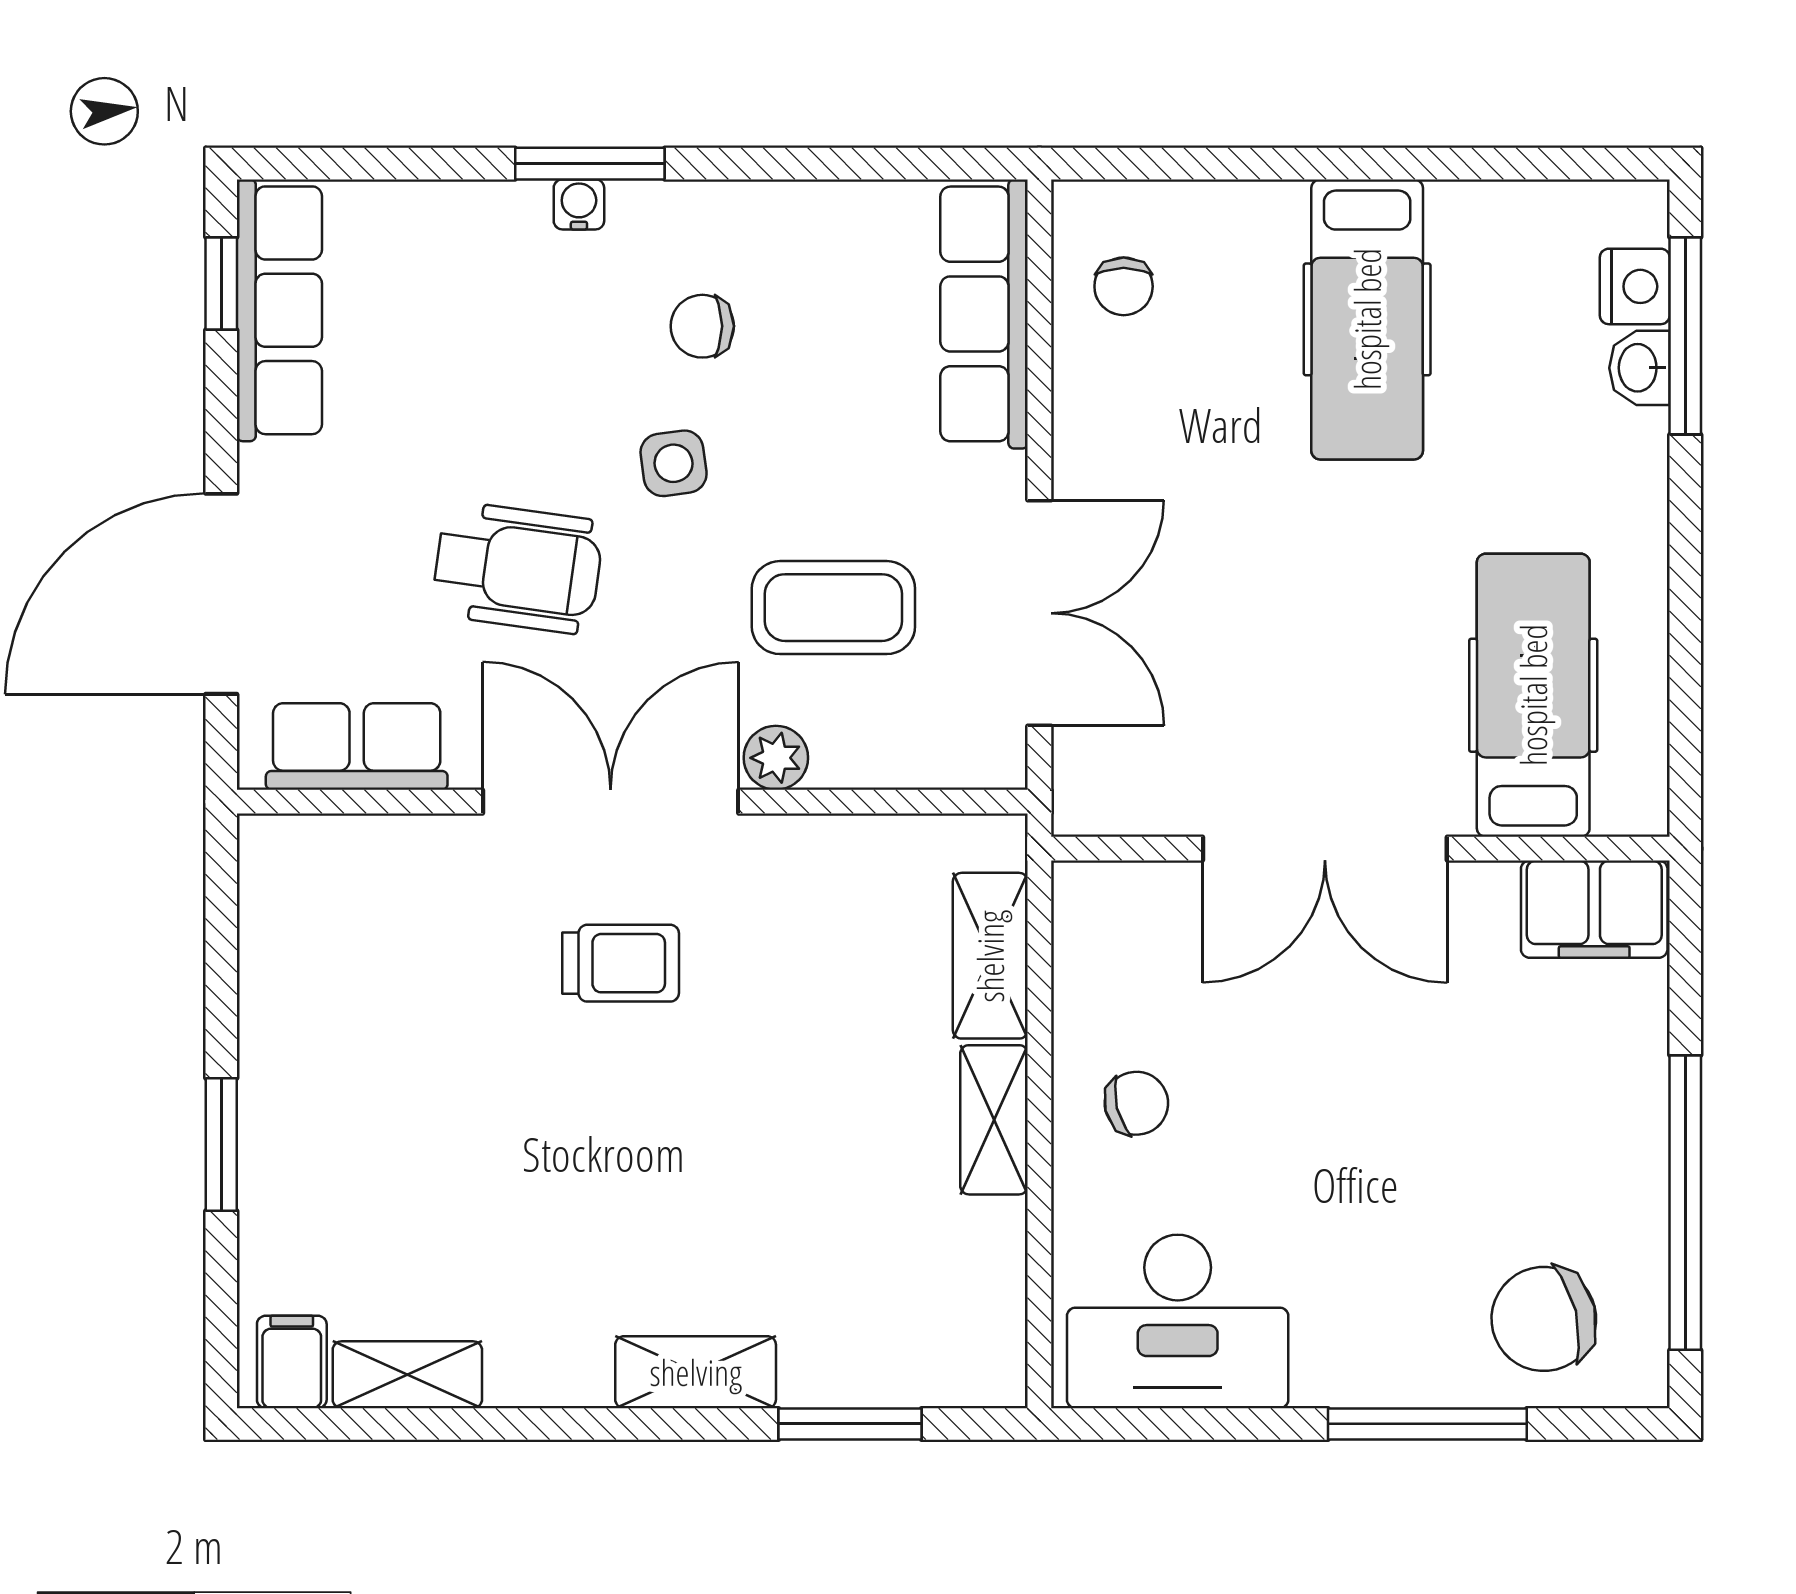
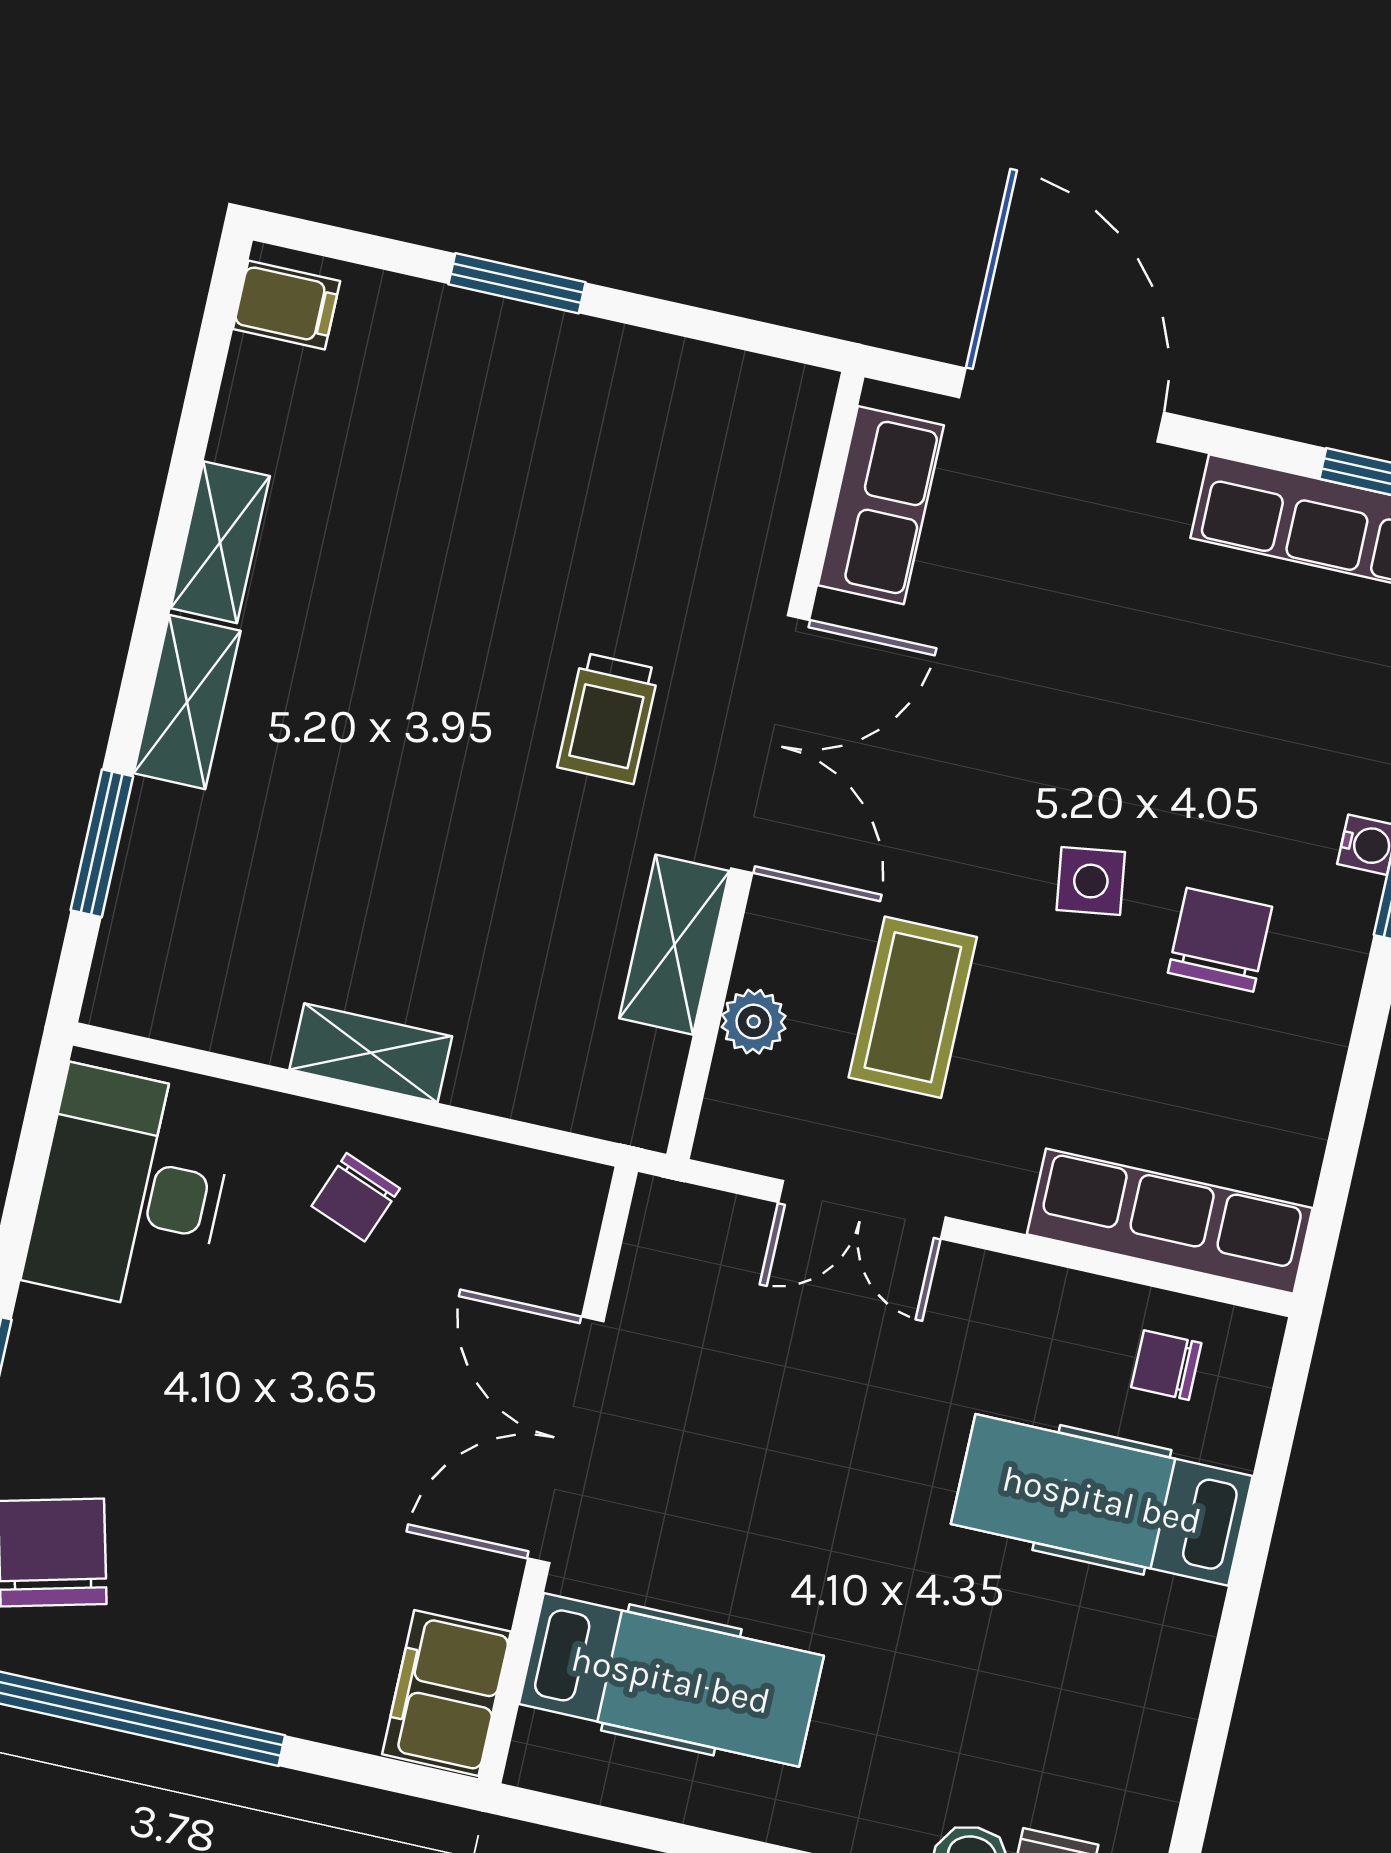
hospital bed: (1367, 319) -> (1102, 1500), moved
chair: (702, 326) -> (1220, 940), width x1.37, depth x1.37
wheelchair: (518, 568) -> (1022, 704), removed
double door: (1039, 613) -> (862, 1210), width x0.73
plant: (776, 758) -> (754, 1022), moved
shelving: (990, 956) -> (674, 945), moved, turned 90
chair: (1136, 1103) -> (356, 1197), turned 35
shelving: (407, 1375) -> (220, 542), moved

